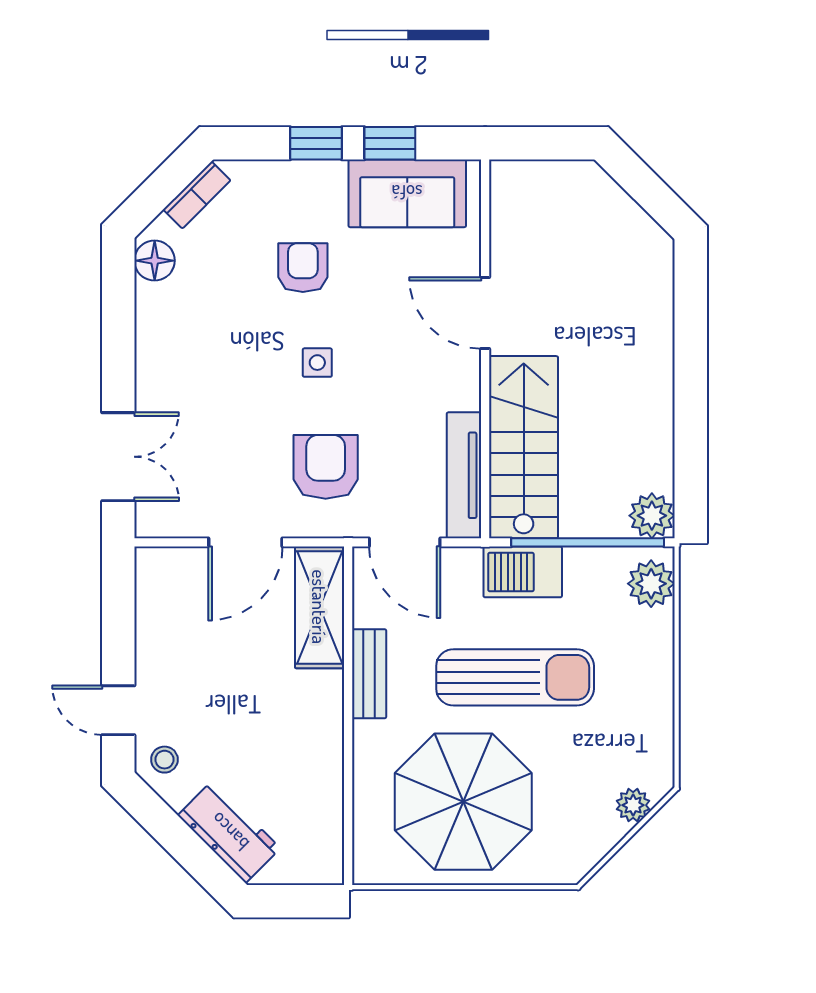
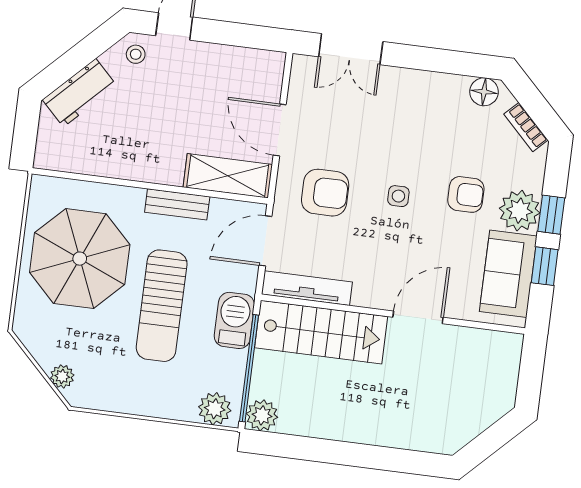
plant: (316, 189) -> (520, 211), added

